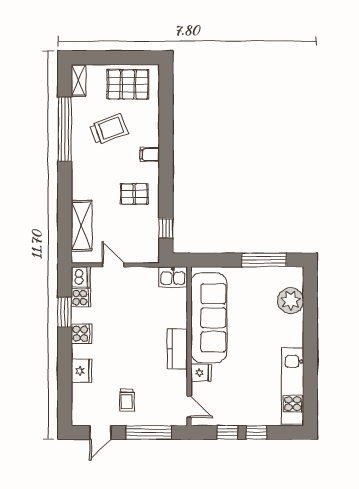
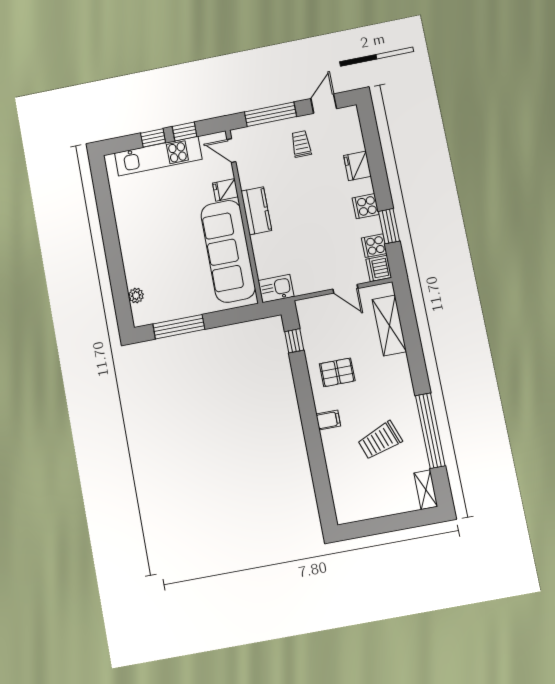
pallet: (128, 84) -> (369, 495), removed
plant: (291, 301) -> (136, 296), width x0.53, depth x0.53
kitchen unit: (293, 386) -> (158, 156), moved, turned 90

